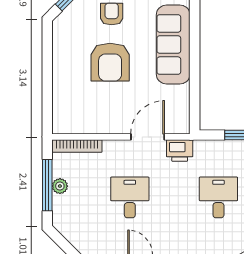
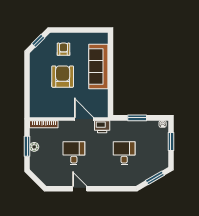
armchair: (110, 62) -> (63, 77), turned 180
door: (148, 137) -> (84, 119), hinge flipped
window: (47, 185) -> (27, 146), width x0.69

